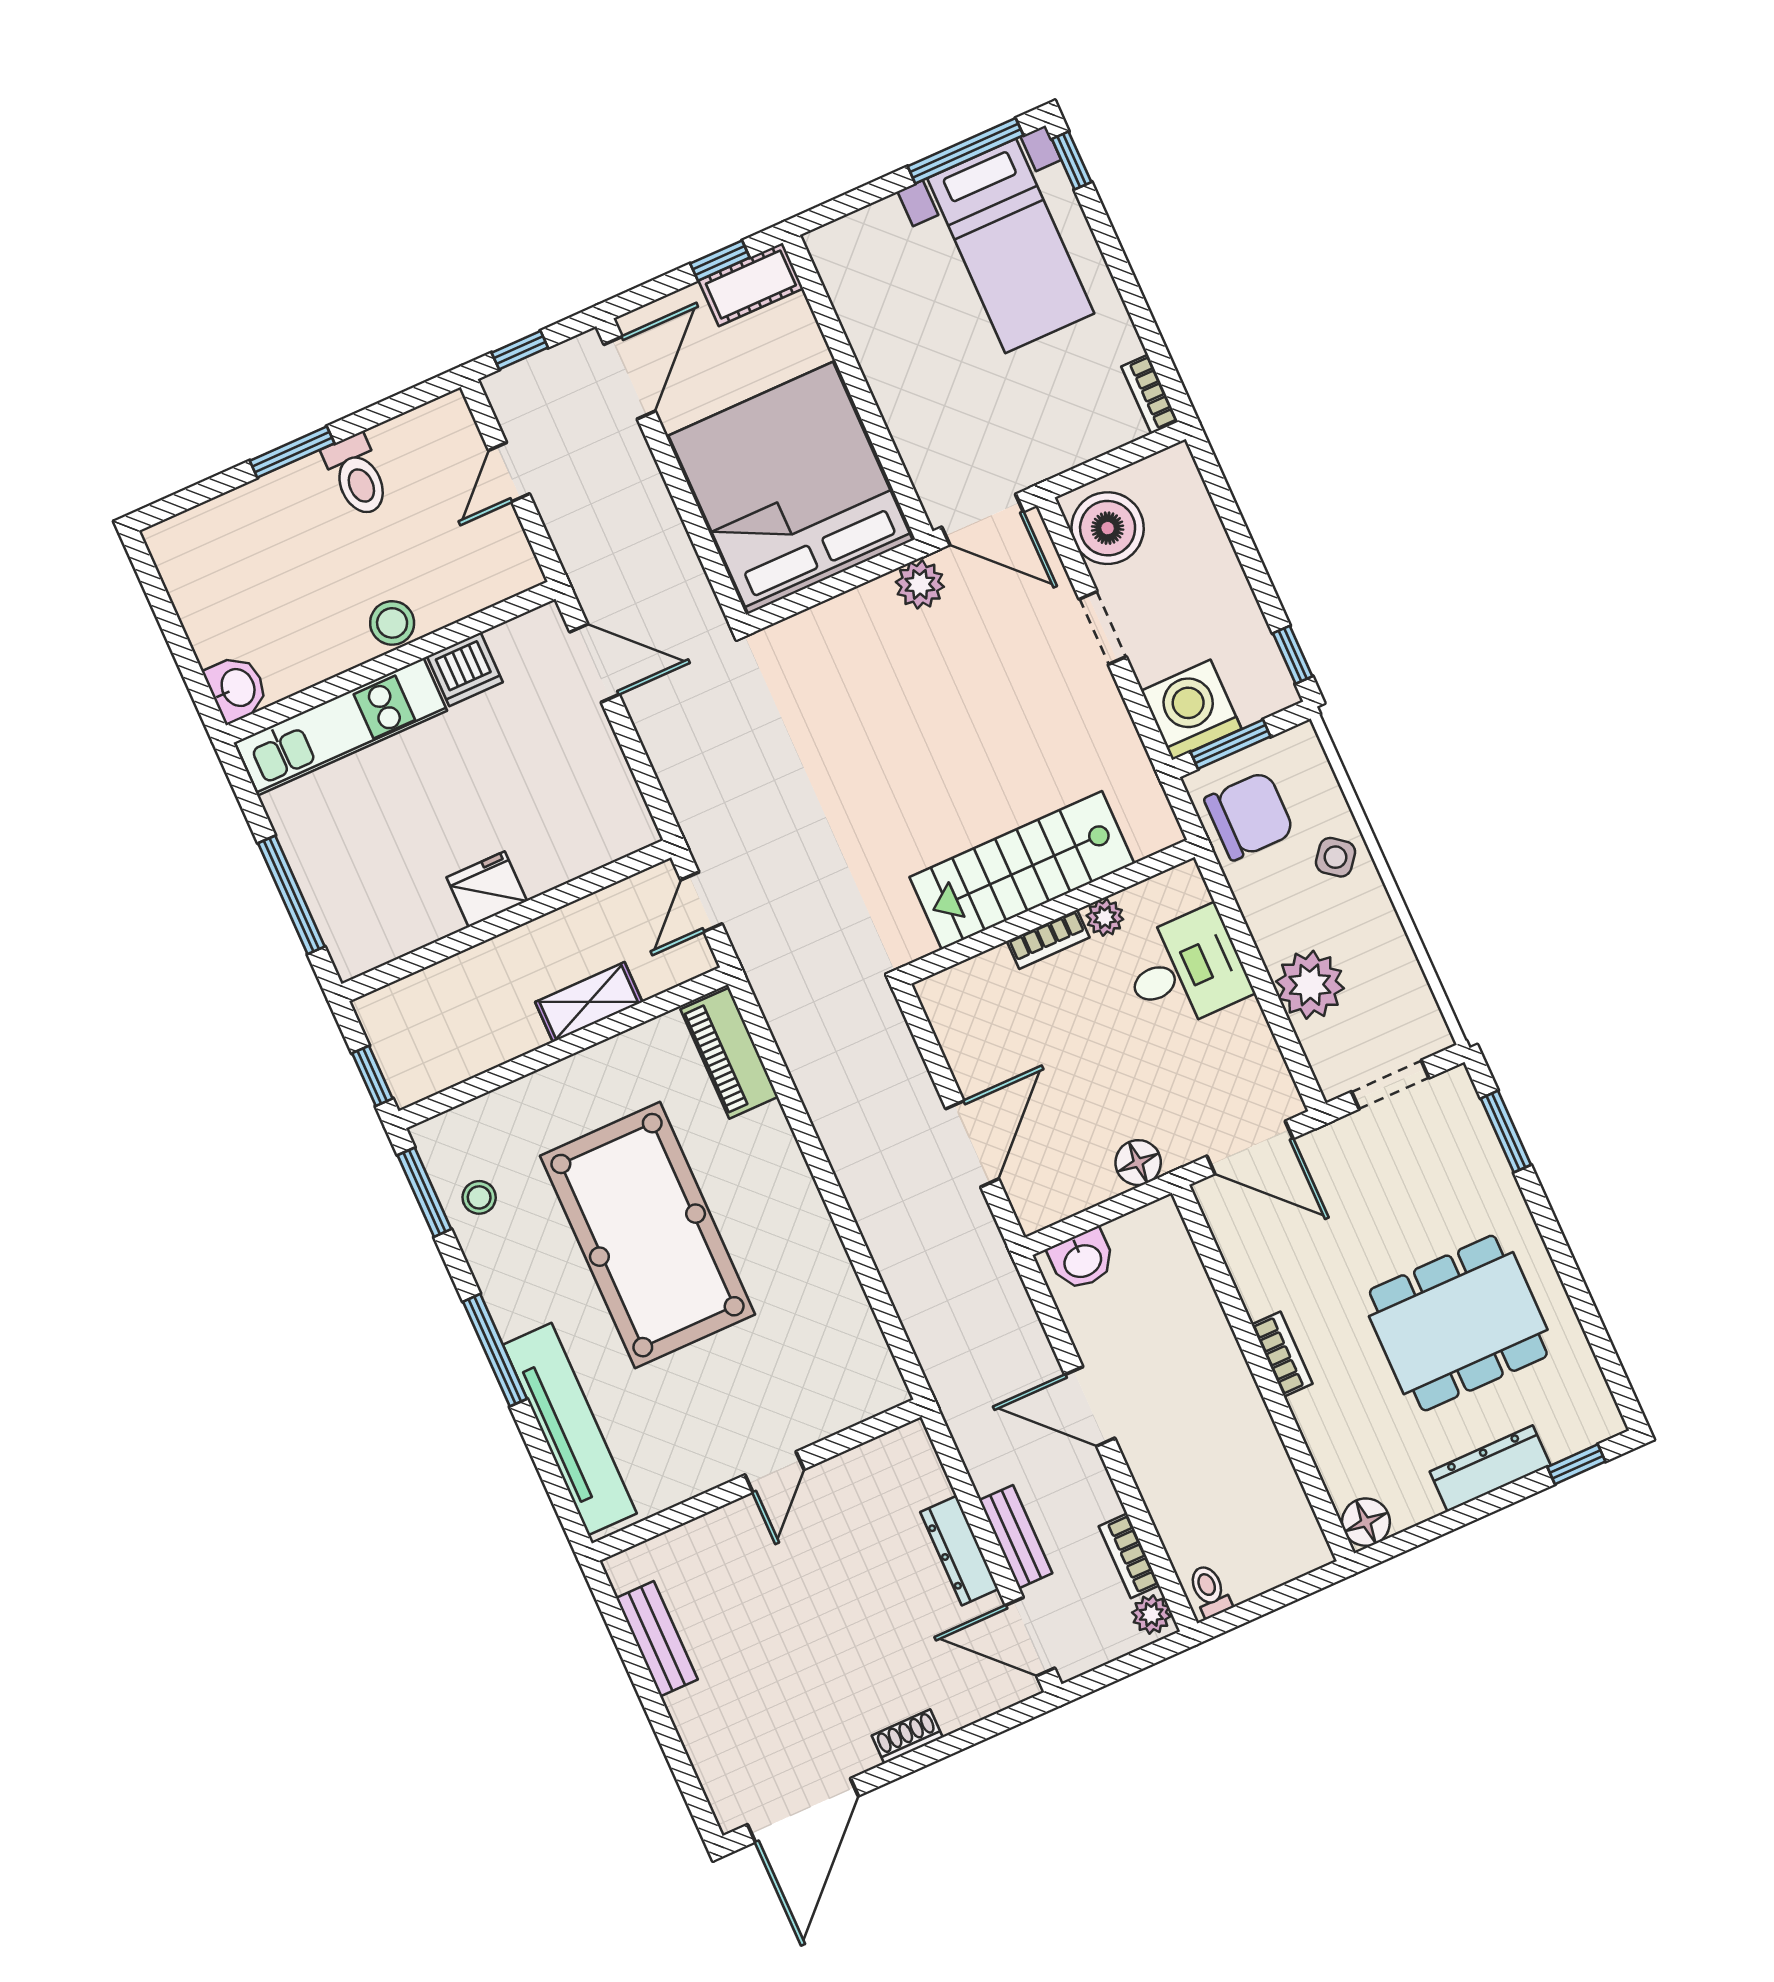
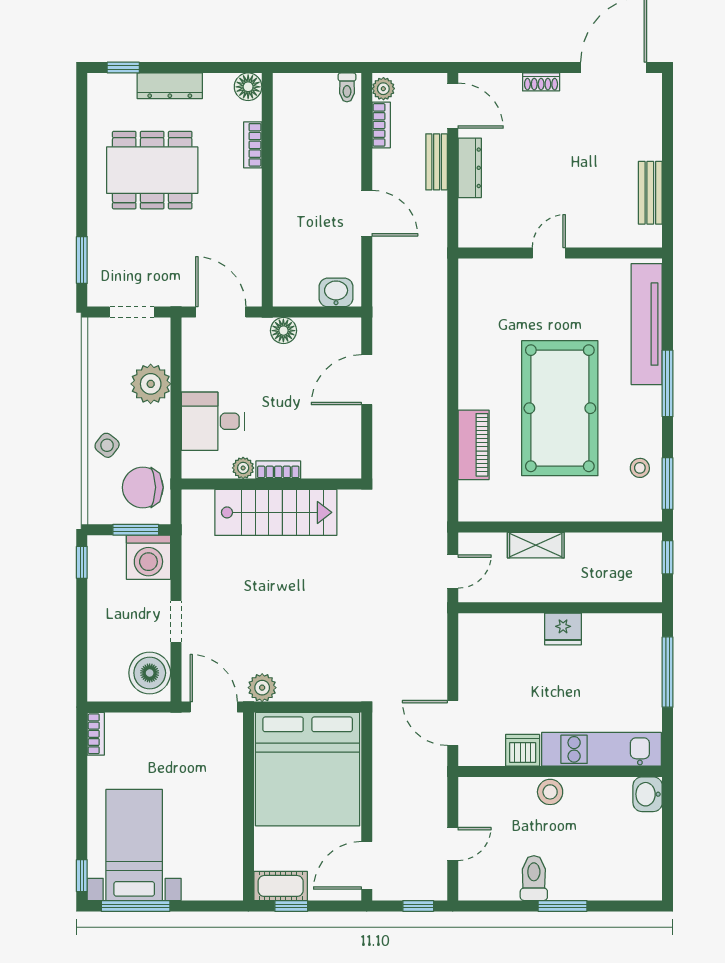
piano: (729, 1053) -> (474, 445), moved
bookcase: (1282, 1354) -> (253, 145), moved

